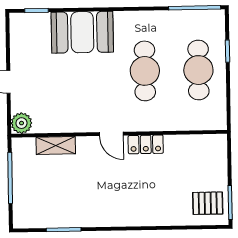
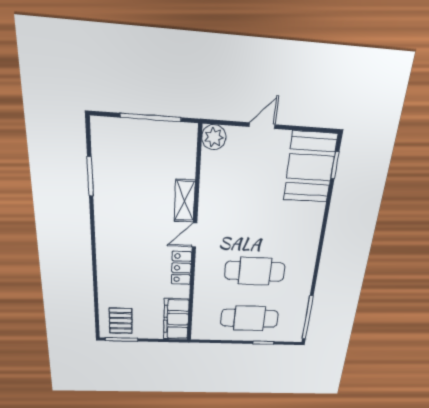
booth: (82, 32) -> (310, 167), moved
shelving: (56, 145) -> (185, 201), moved
filing cabinet: (203, 147) -> (176, 319), added

